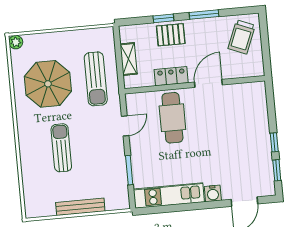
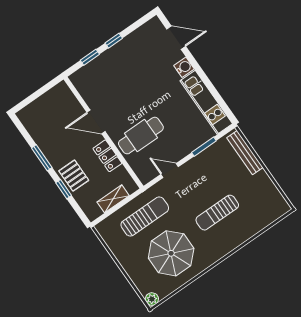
trolley: (242, 37) -> (43, 116), removed
window: (277, 170) -> (90, 57), moved
bench: (80, 207) -> (245, 153), moved

